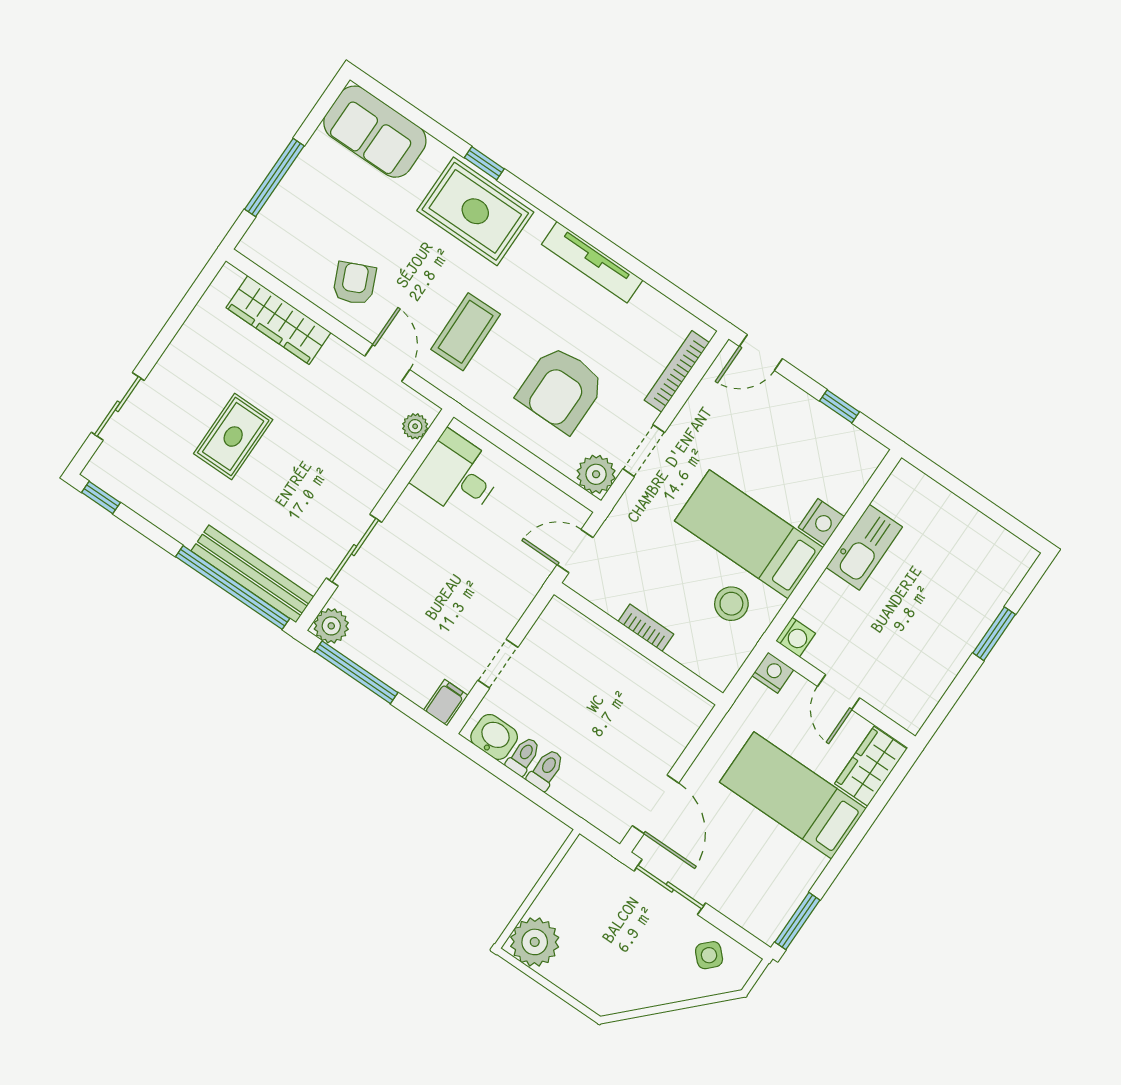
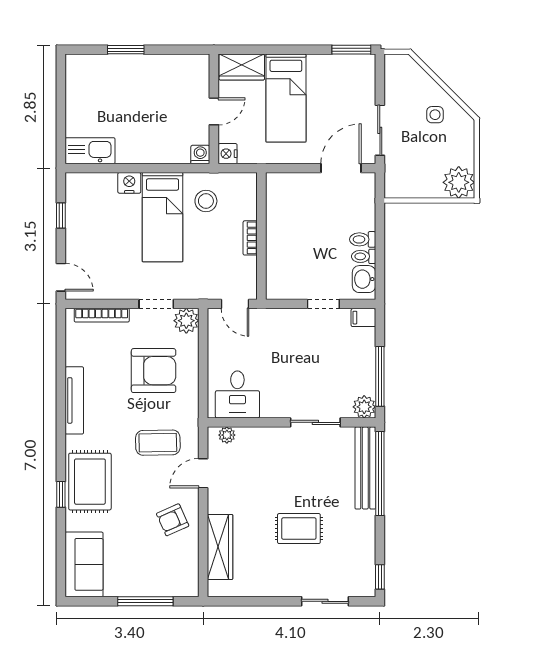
kitchen sink: (864, 547) -> (90, 151), moved
side table: (709, 955) -> (435, 115), moved, turned 45

